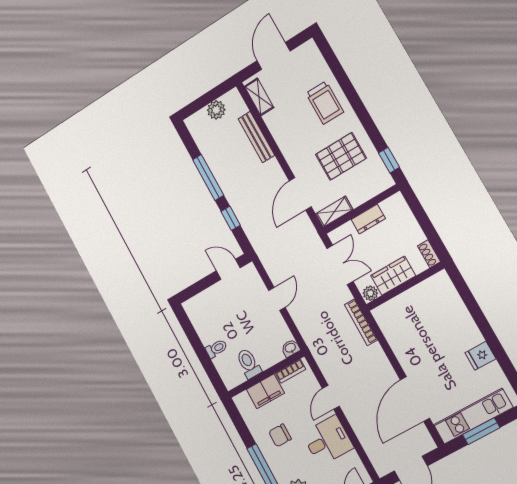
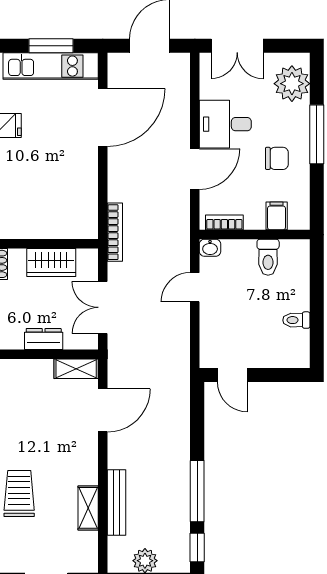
shelving: (259, 97) -> (88, 508), moved
pallet: (341, 156) -> (35, 424), removed
window: (231, 218) -> (197, 548), moved
plant: (370, 293) -> (87, 258), removed
door: (277, 299) -> (195, 287), moved
toilet: (216, 349) -> (296, 320), moved
filing cabinet: (265, 391) -> (277, 216), width x0.50
door: (331, 397) -> (195, 169), width x1.38

